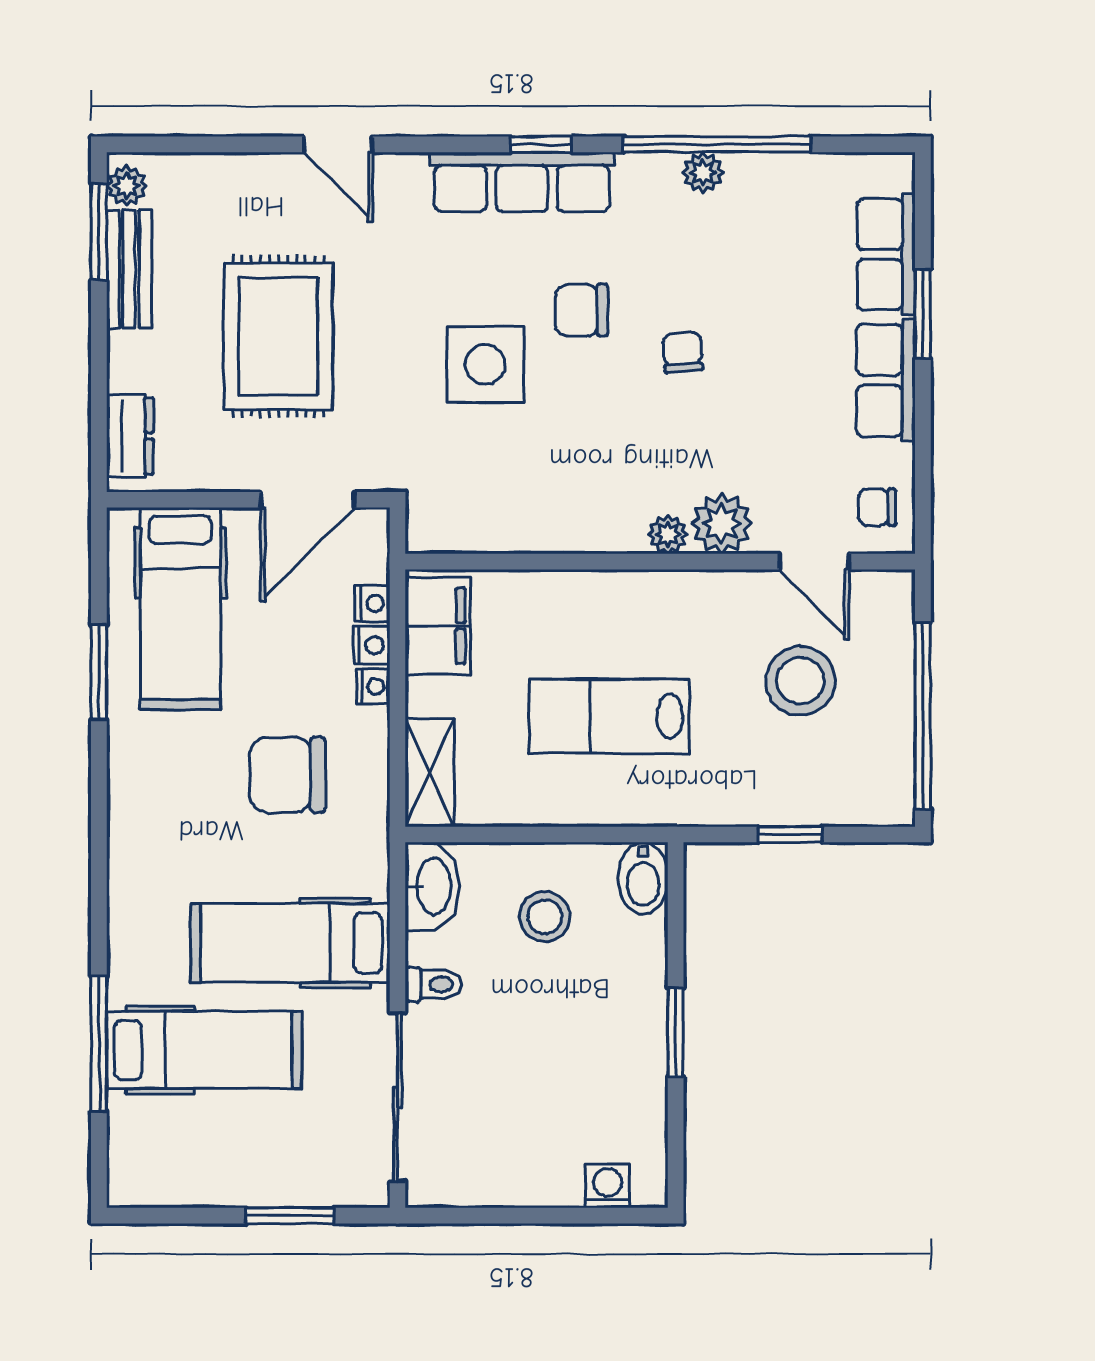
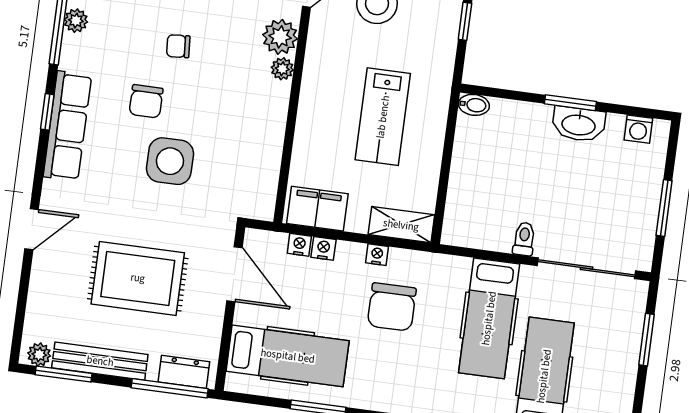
bench: (129, 269) -> (100, 361), width x1.36
window: (99, 415) -> (170, 388), added
nightstand: (373, 686) -> (377, 255), moved
bidet: (643, 878) -> (474, 105), width x0.72, depth x0.74
washbasin: (432, 886) -> (579, 124), moved, turned 180
stool: (545, 917) -> (494, 169), removed
washing machine: (608, 1186) -> (638, 129), moved, turned -90
window: (518, 1216) -> (664, 208), added

